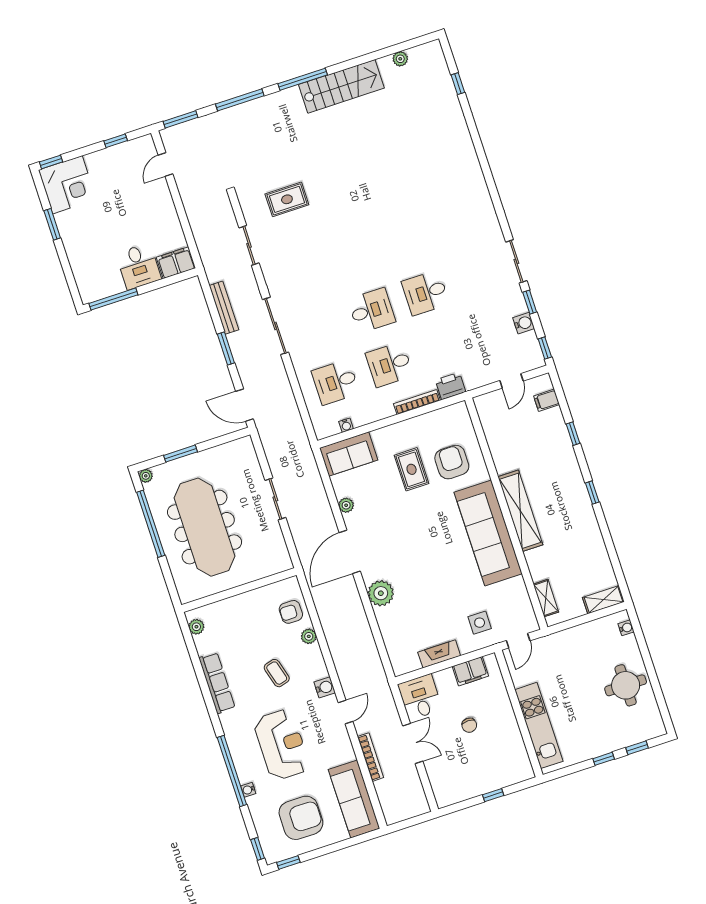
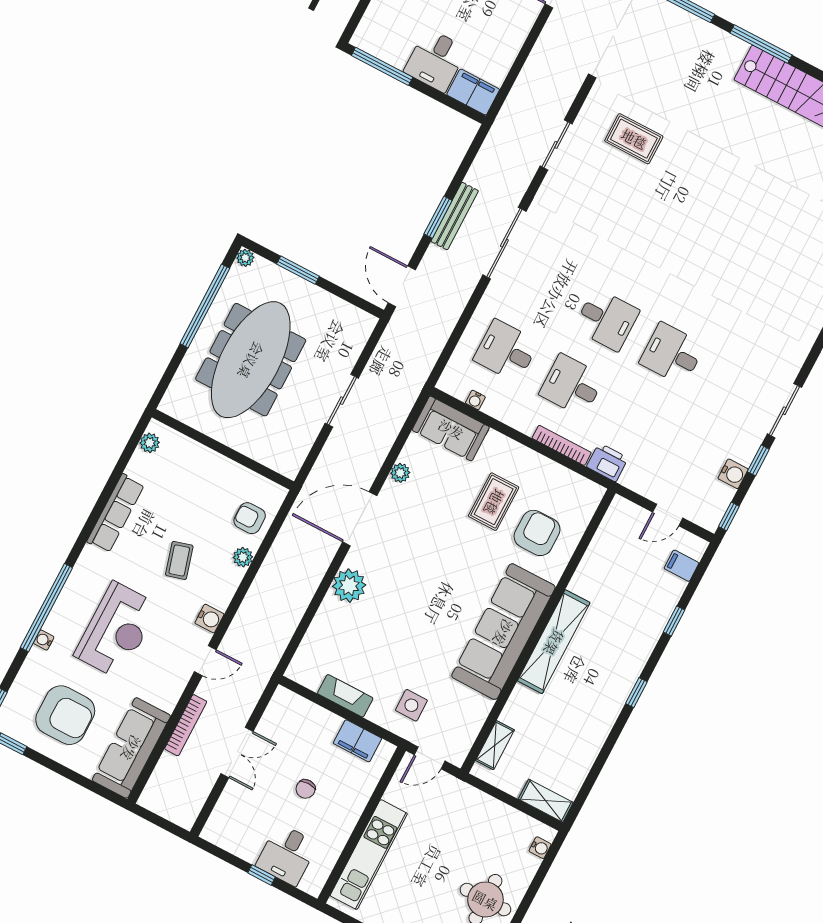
bench: (224, 308) -> (455, 216), moved
desk: (420, 697) -> (287, 855), moved, turned 180

